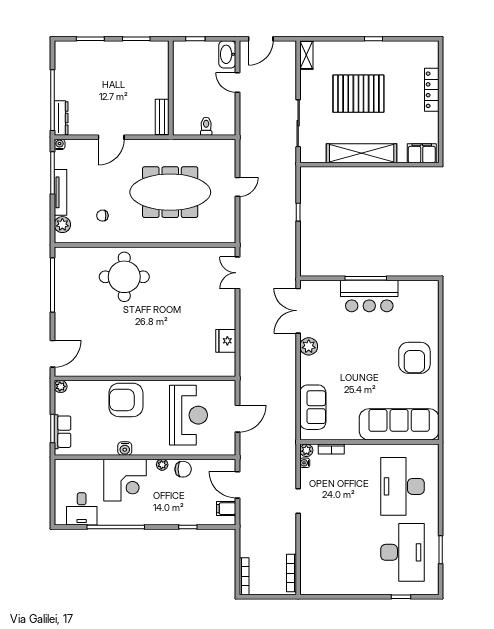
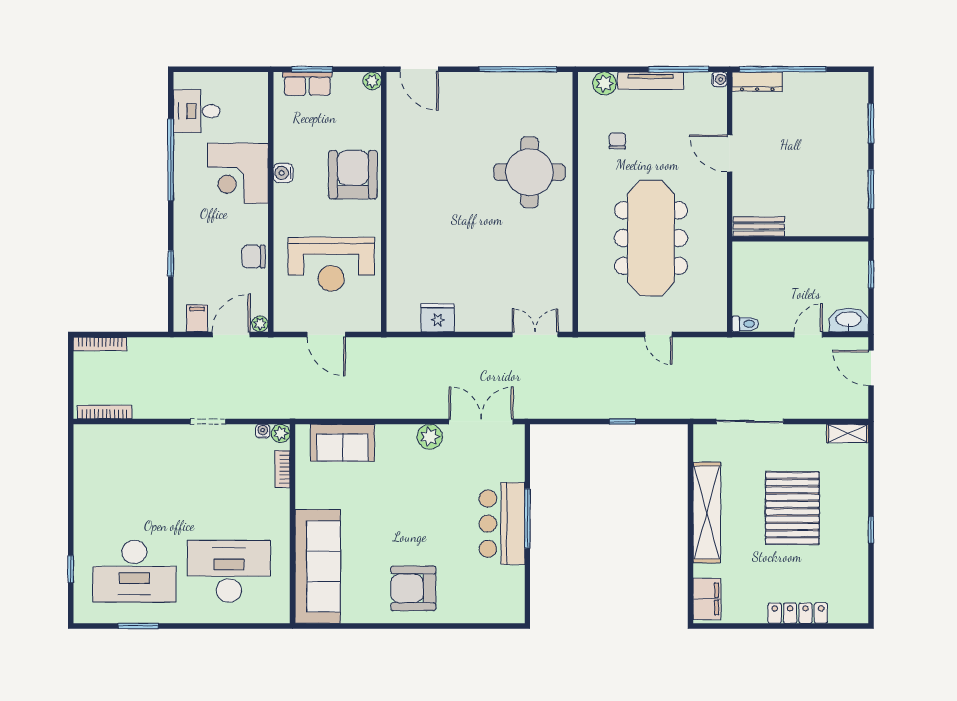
toilet: (206, 126) -> (745, 324), moved
plant: (162, 465) -> (260, 324), moved
chair: (183, 469) -> (254, 257), turned 90

